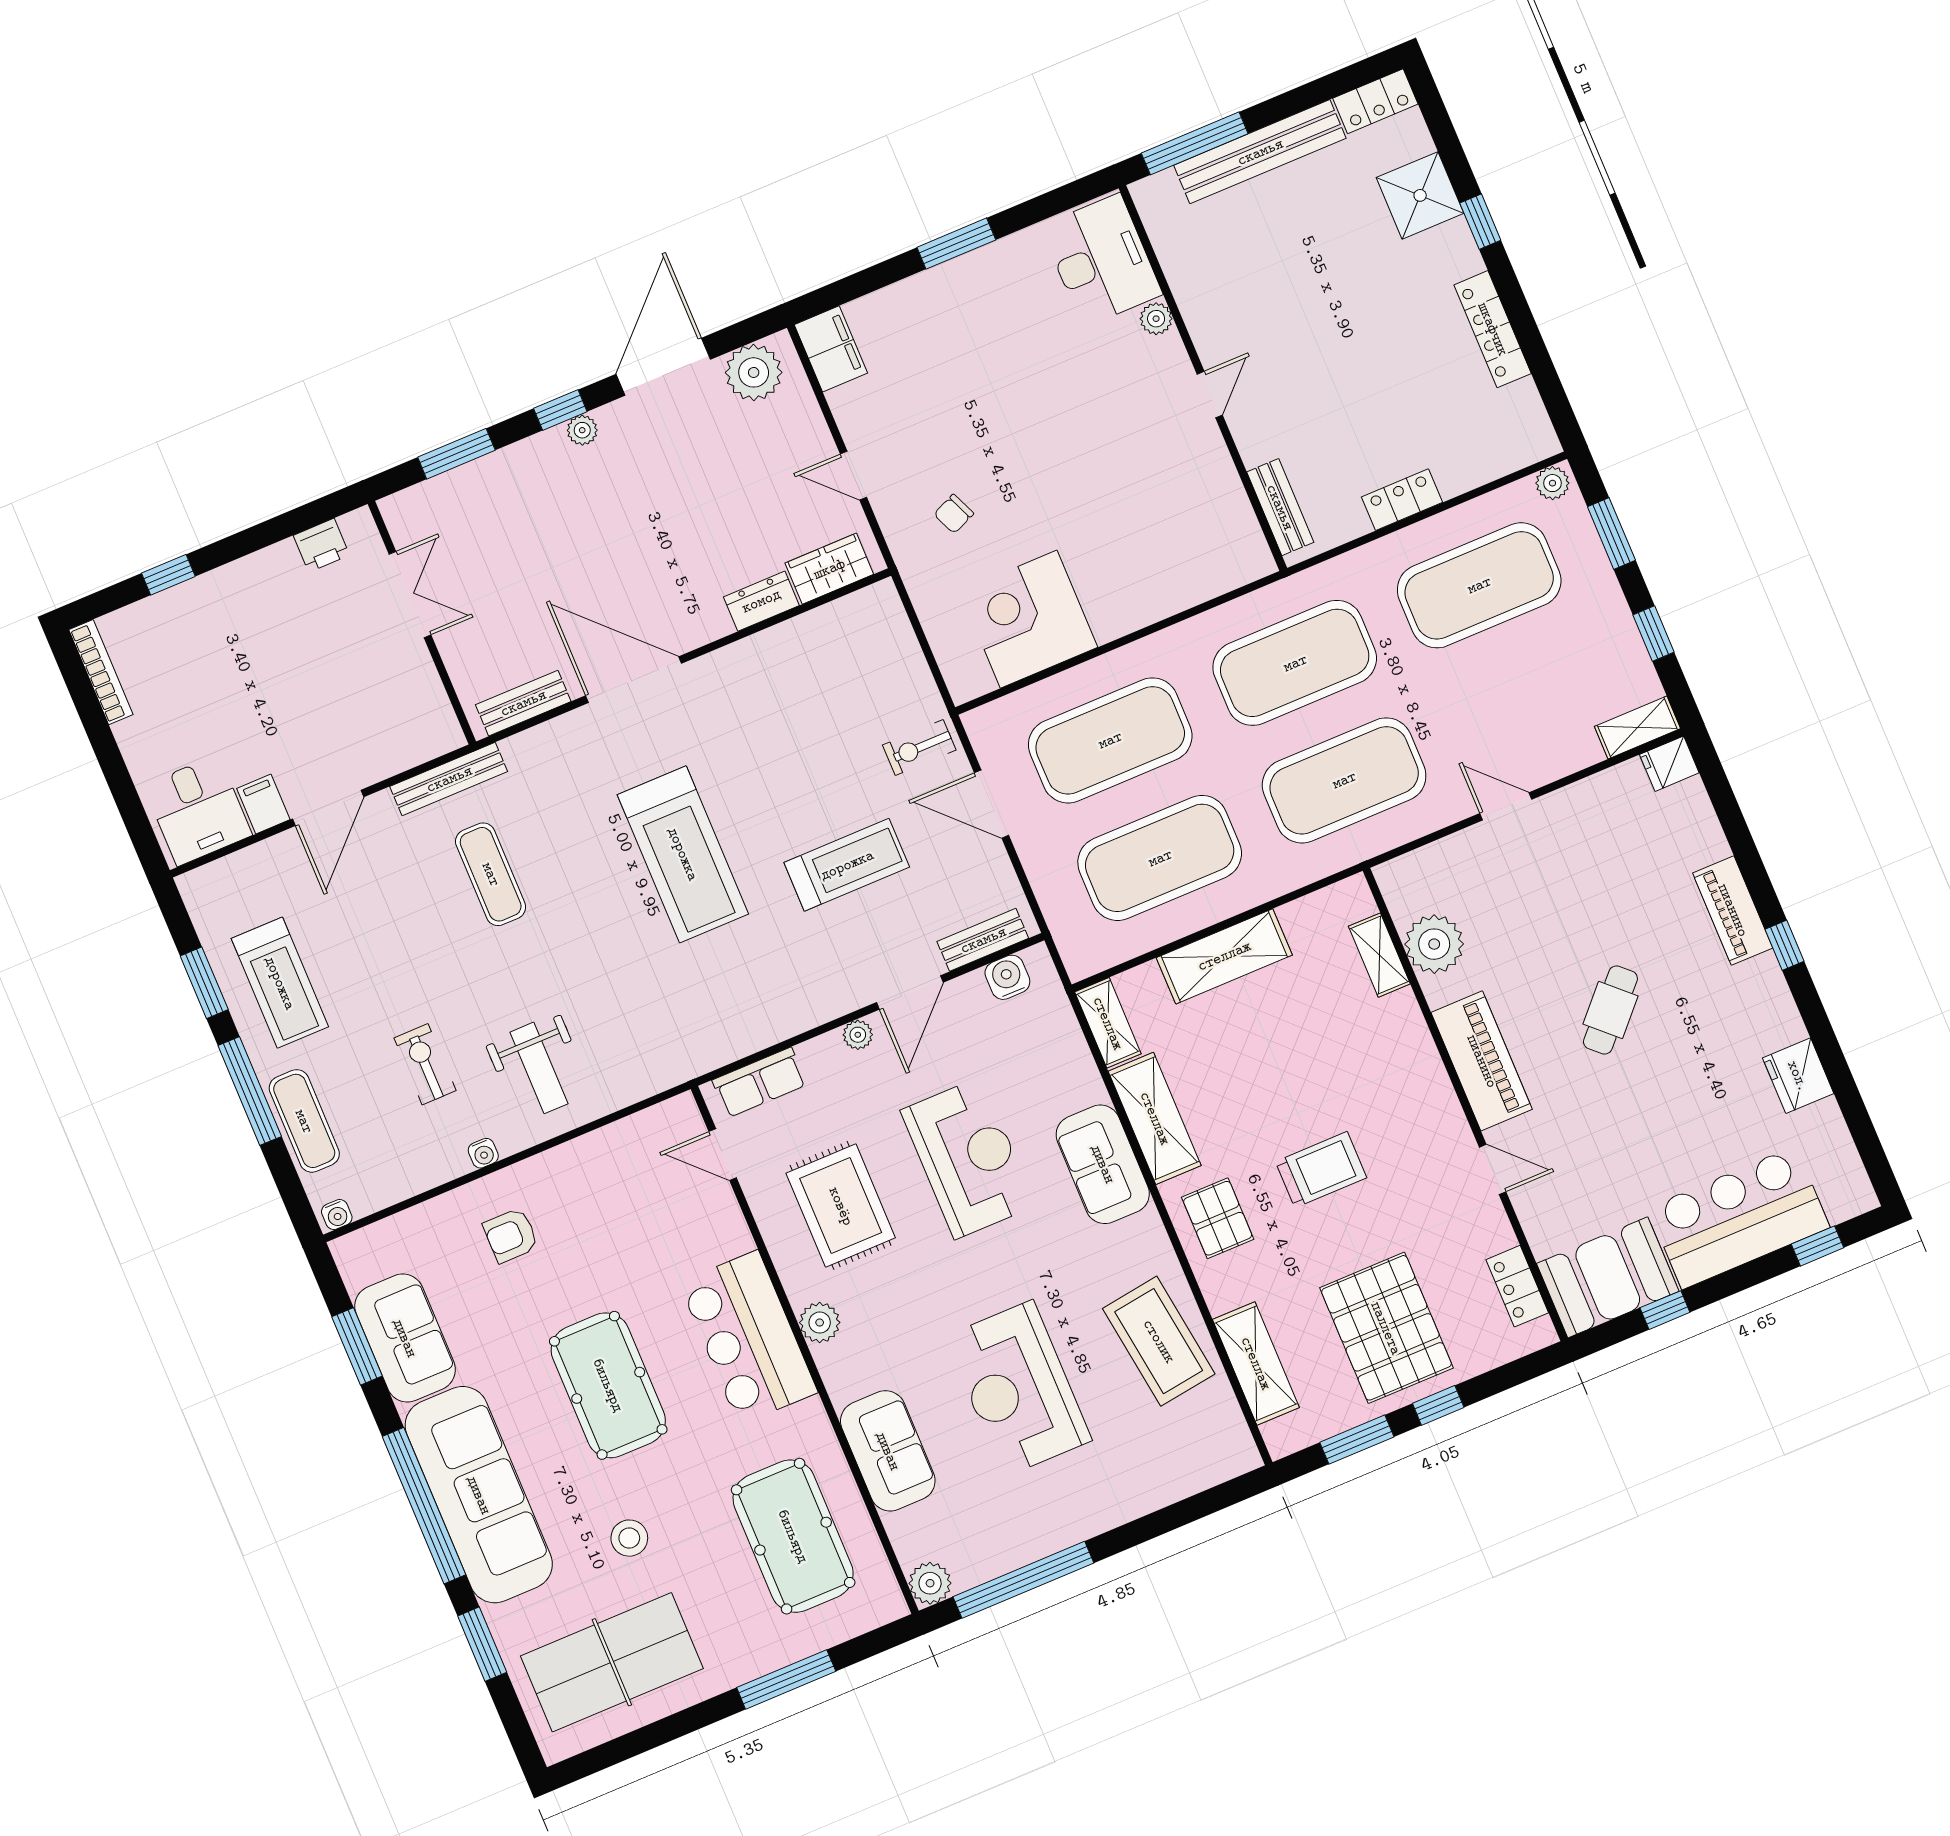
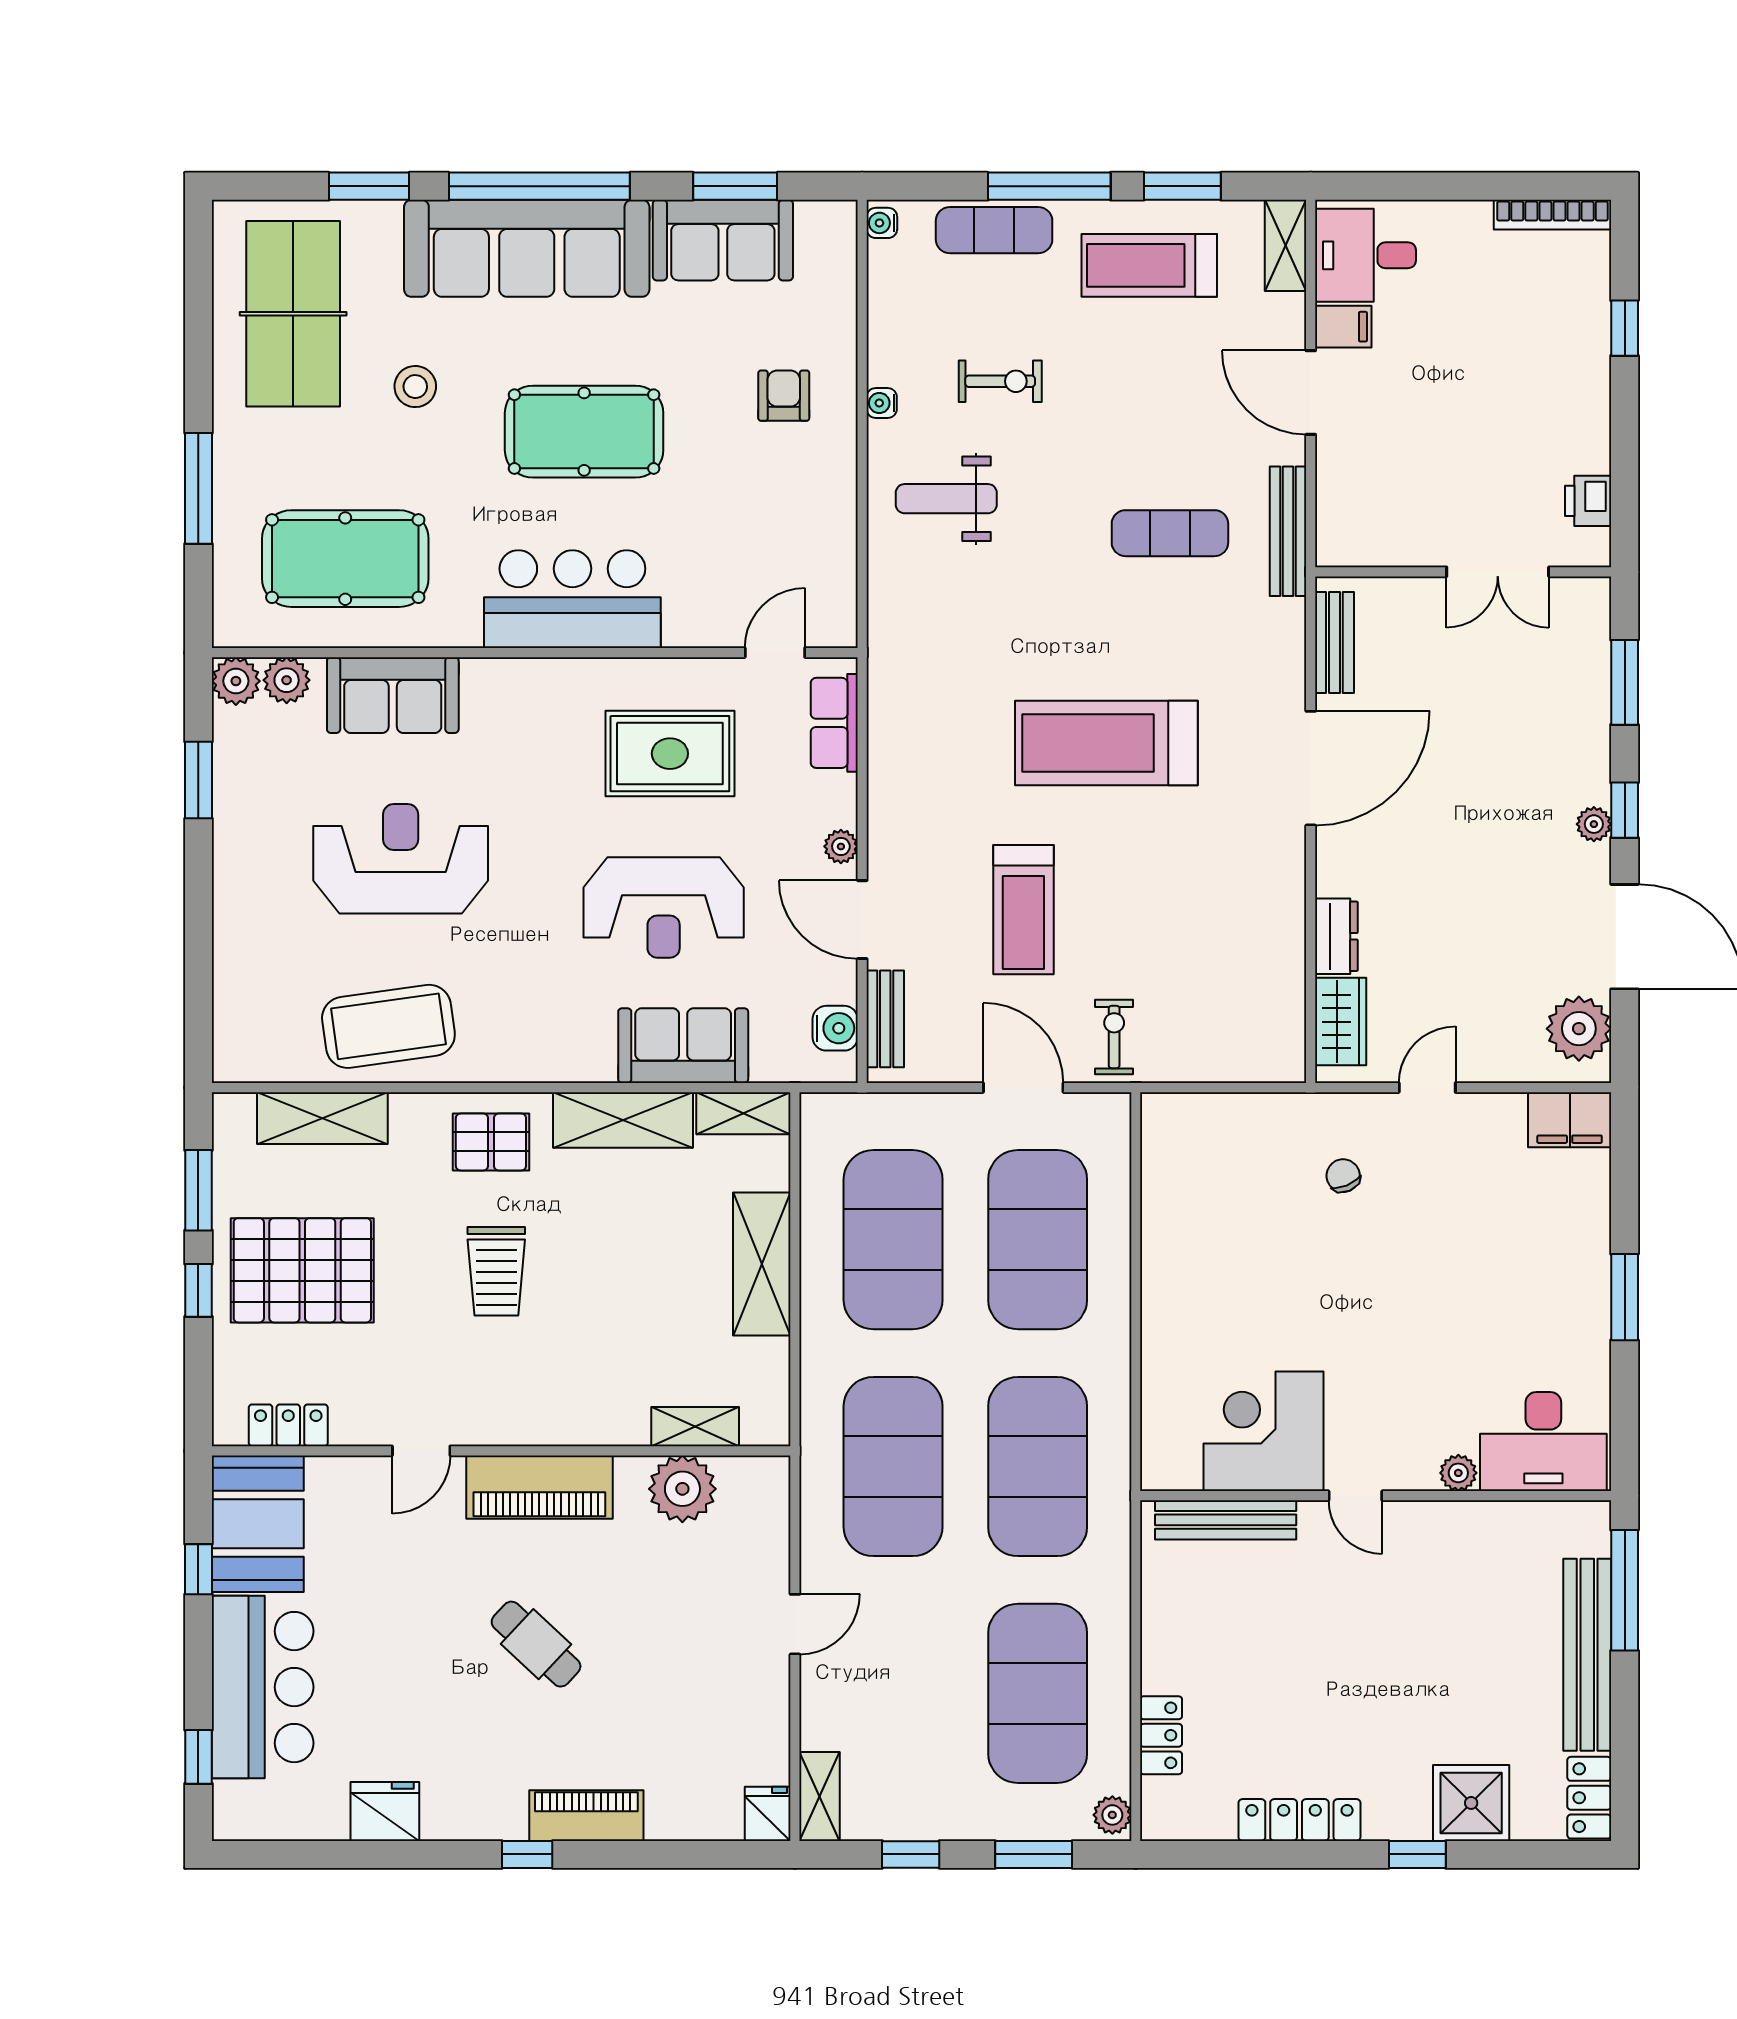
locker: (1402, 500) -> (1161, 1735), moved
bench: (1280, 507) -> (1226, 1520), width x1.36
corner desk: (1029, 619) -> (1264, 1431), moved, turned -90
door: (991, 804) -> (1023, 1088), hinge flipped
shelving: (217, 879) -> (1286, 245), added
sofa: (1103, 1164) -> (683, 1046), moved
plant: (820, 1323) -> (287, 680), moved
window: (1023, 1580) -> (198, 780), width x0.47

